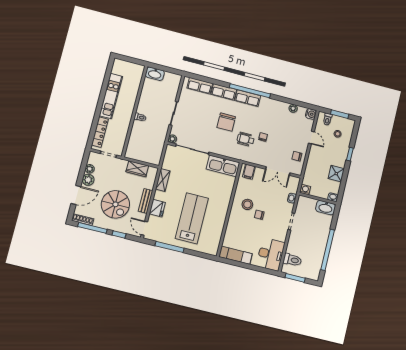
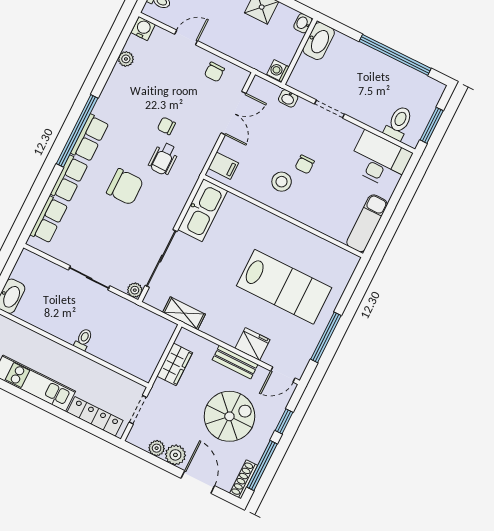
shelving: (163, 180) -> (184, 313), moved
lab bench: (192, 218) -> (284, 287), turned 180

